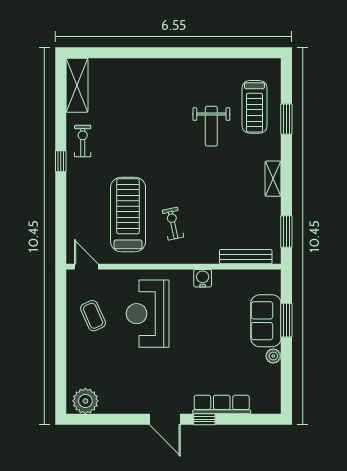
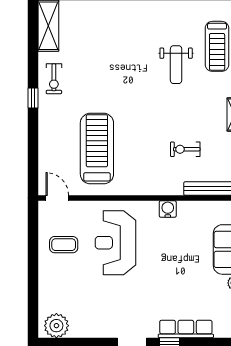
exercise bike: (83, 141) -> (54, 79), turned 180
exercise bike: (173, 224) -> (185, 149), moved, turned -78
coffee table: (93, 316) -> (64, 245), turned -66

